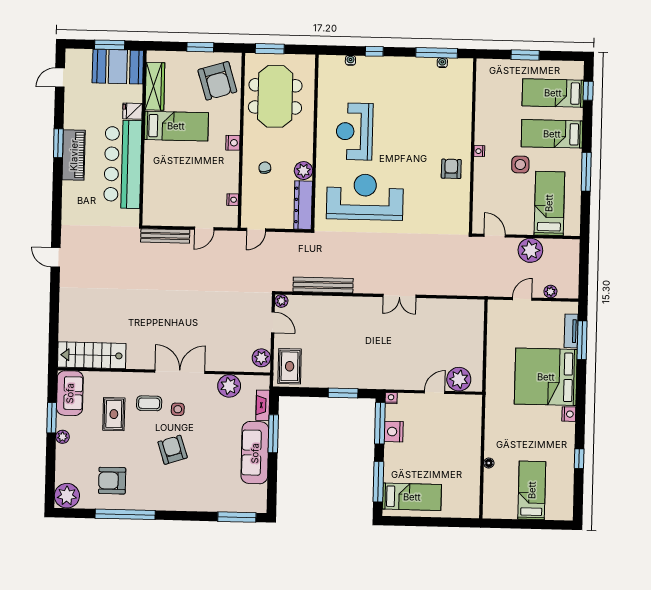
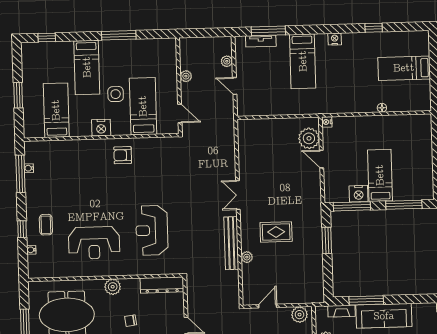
coffee table: (378, 78) -> (46, 225), added
bed: (553, 93) -> (56, 110), moved, turned 180
nightstand: (479, 151) -> (101, 128), width x1.89, depth x1.79
plant: (303, 171) -> (113, 287), moved
reception desk: (365, 197) -> (152, 230), width x0.74, depth x0.77
bed: (549, 203) -> (143, 106), moved, turned 90
door: (495, 236) -> (180, 113), swing flipped
plant: (530, 250) -> (186, 76), width x0.53, depth x0.53
bench: (323, 285) -> (231, 243), moved
double door: (399, 296) -> (238, 195), swing flipped
plant: (281, 301) -> (247, 257), moved
rug: (290, 366) -> (276, 232), moved
bed: (546, 377) -> (303, 61), width x0.49
nightstand: (391, 398) -> (327, 122), moved
bed: (412, 497) -> (380, 175), moved

